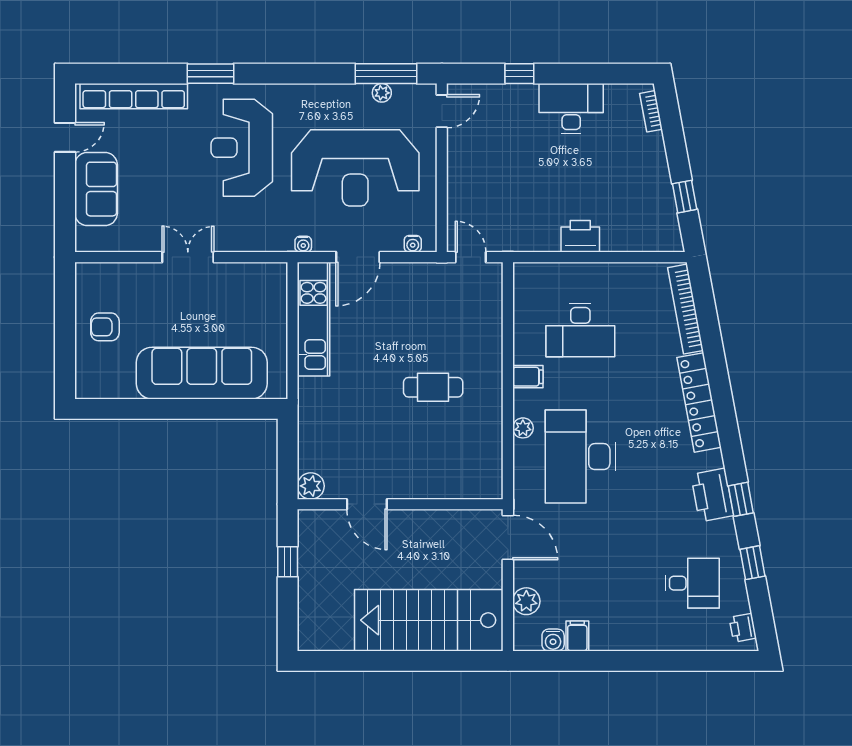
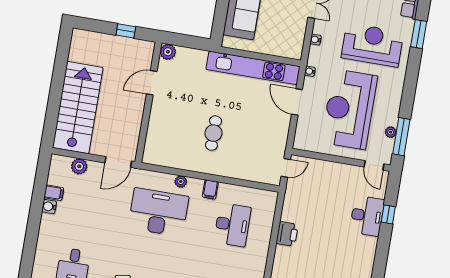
desk: (571, 109) -> (367, 216), moved
water cooler: (413, 244) -> (316, 40), moved
kitchen unit: (314, 319) -> (253, 68), width x1.36
desk: (580, 330) -> (232, 225), turned 180
water cooler: (553, 640) -> (49, 207), moved

